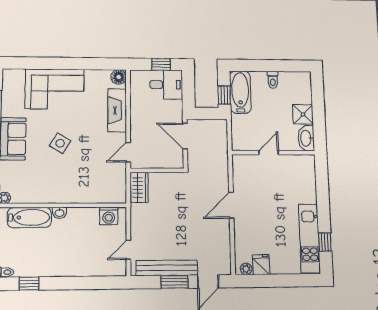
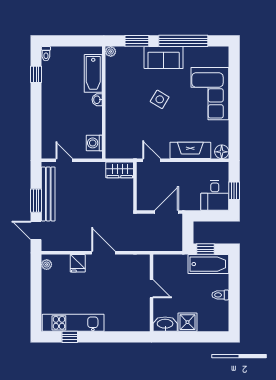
fridge: (261, 265) -> (78, 263), moved, turned 90

